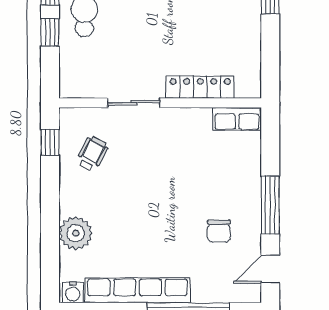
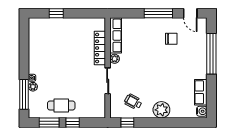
plant: (178, 117) -> (115, 59), added
row of seats: (237, 119) -> (116, 35), width x1.48
plant: (76, 233) -> (161, 110), moved
row of seats: (138, 290) -> (201, 92), width x0.50

